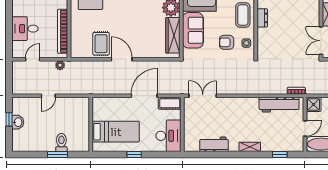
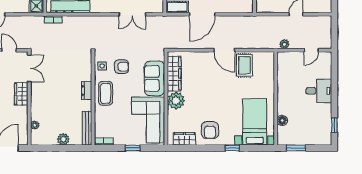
desk: (25, 29) -> (319, 91), moved
bookcase: (63, 31) -> (282, 77), removed
double door: (203, 96) -> (132, 14), moved

